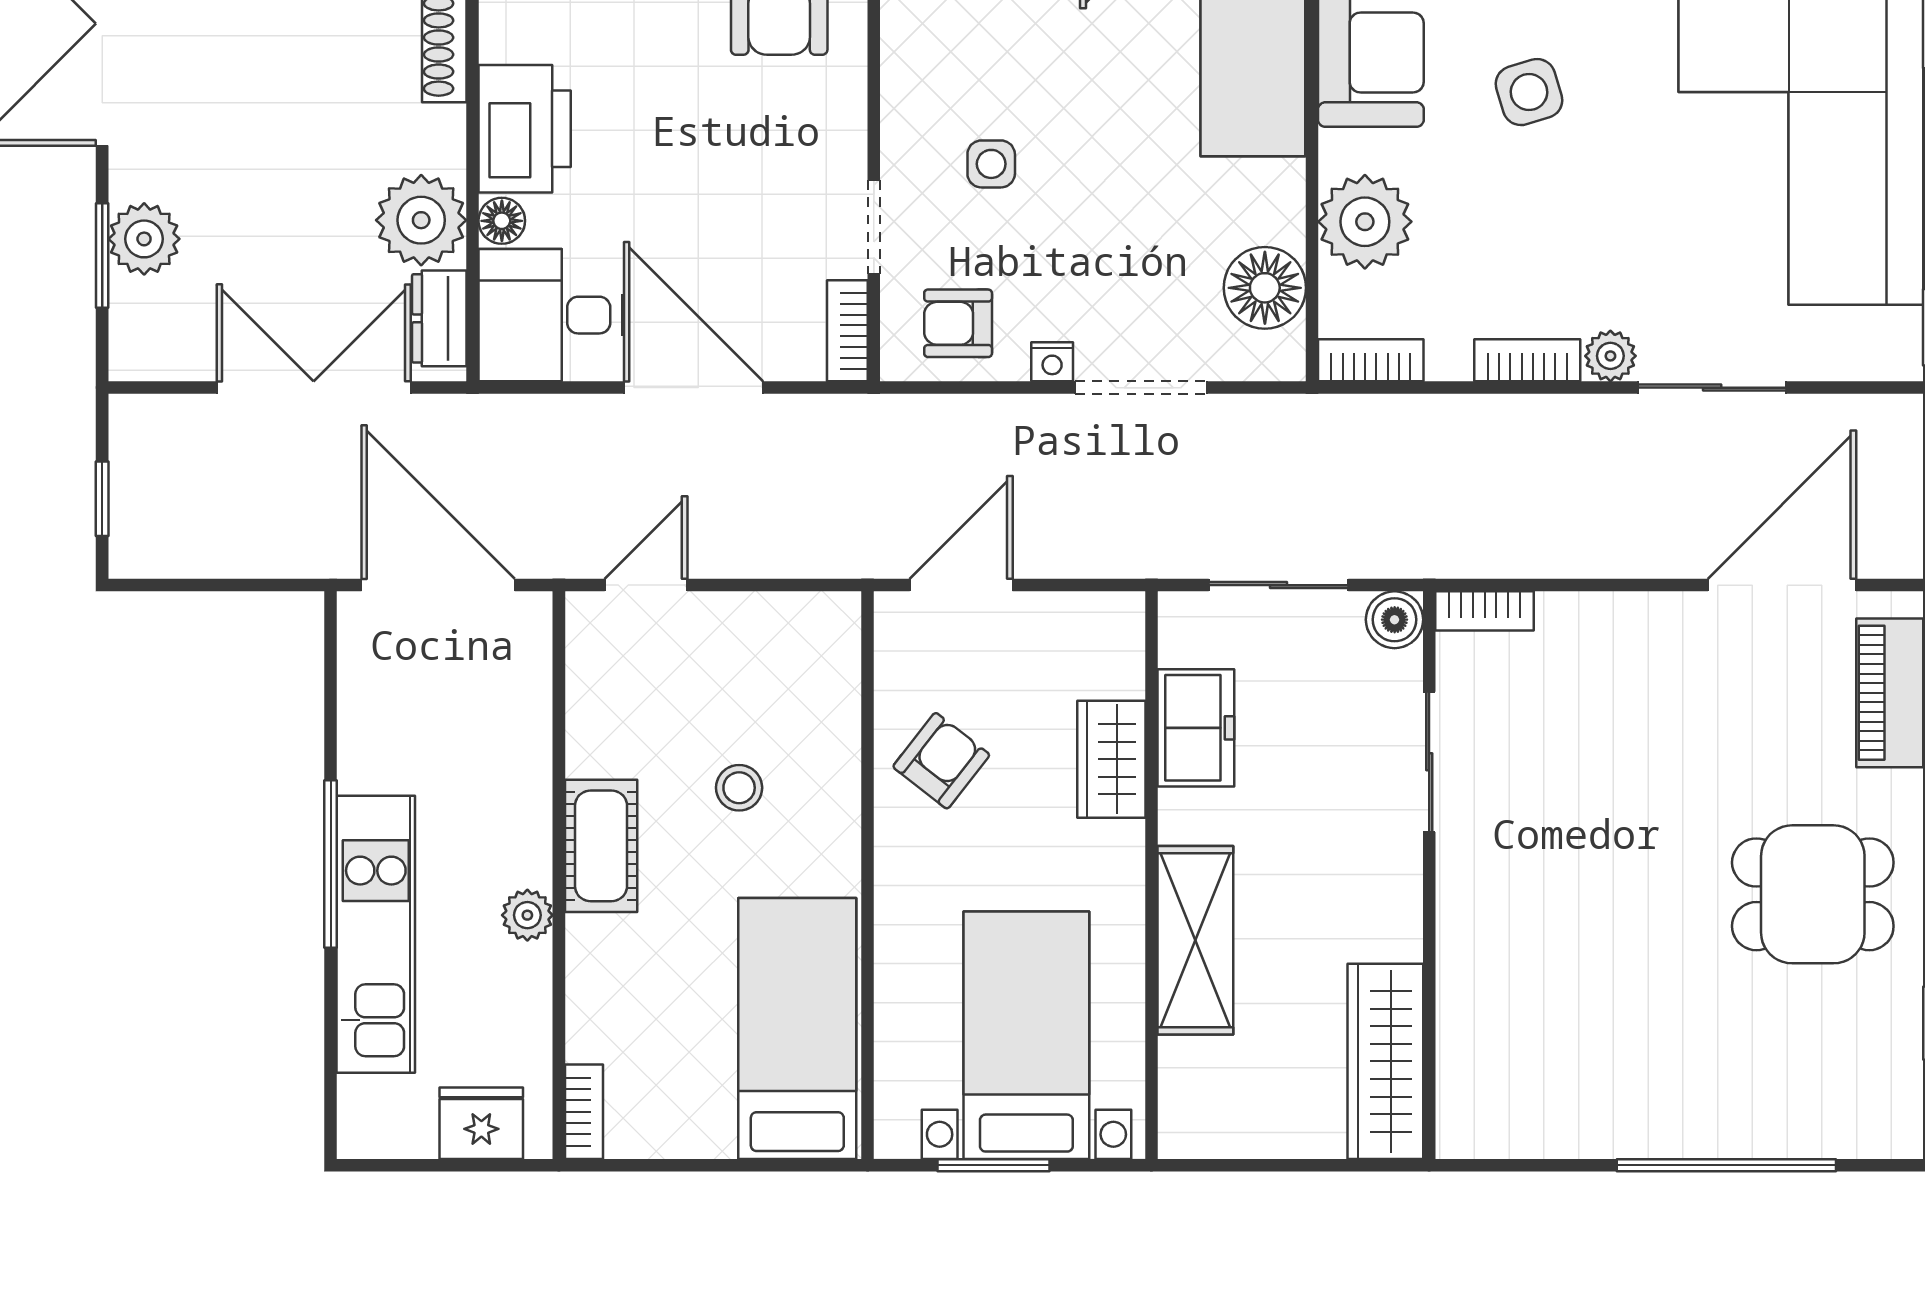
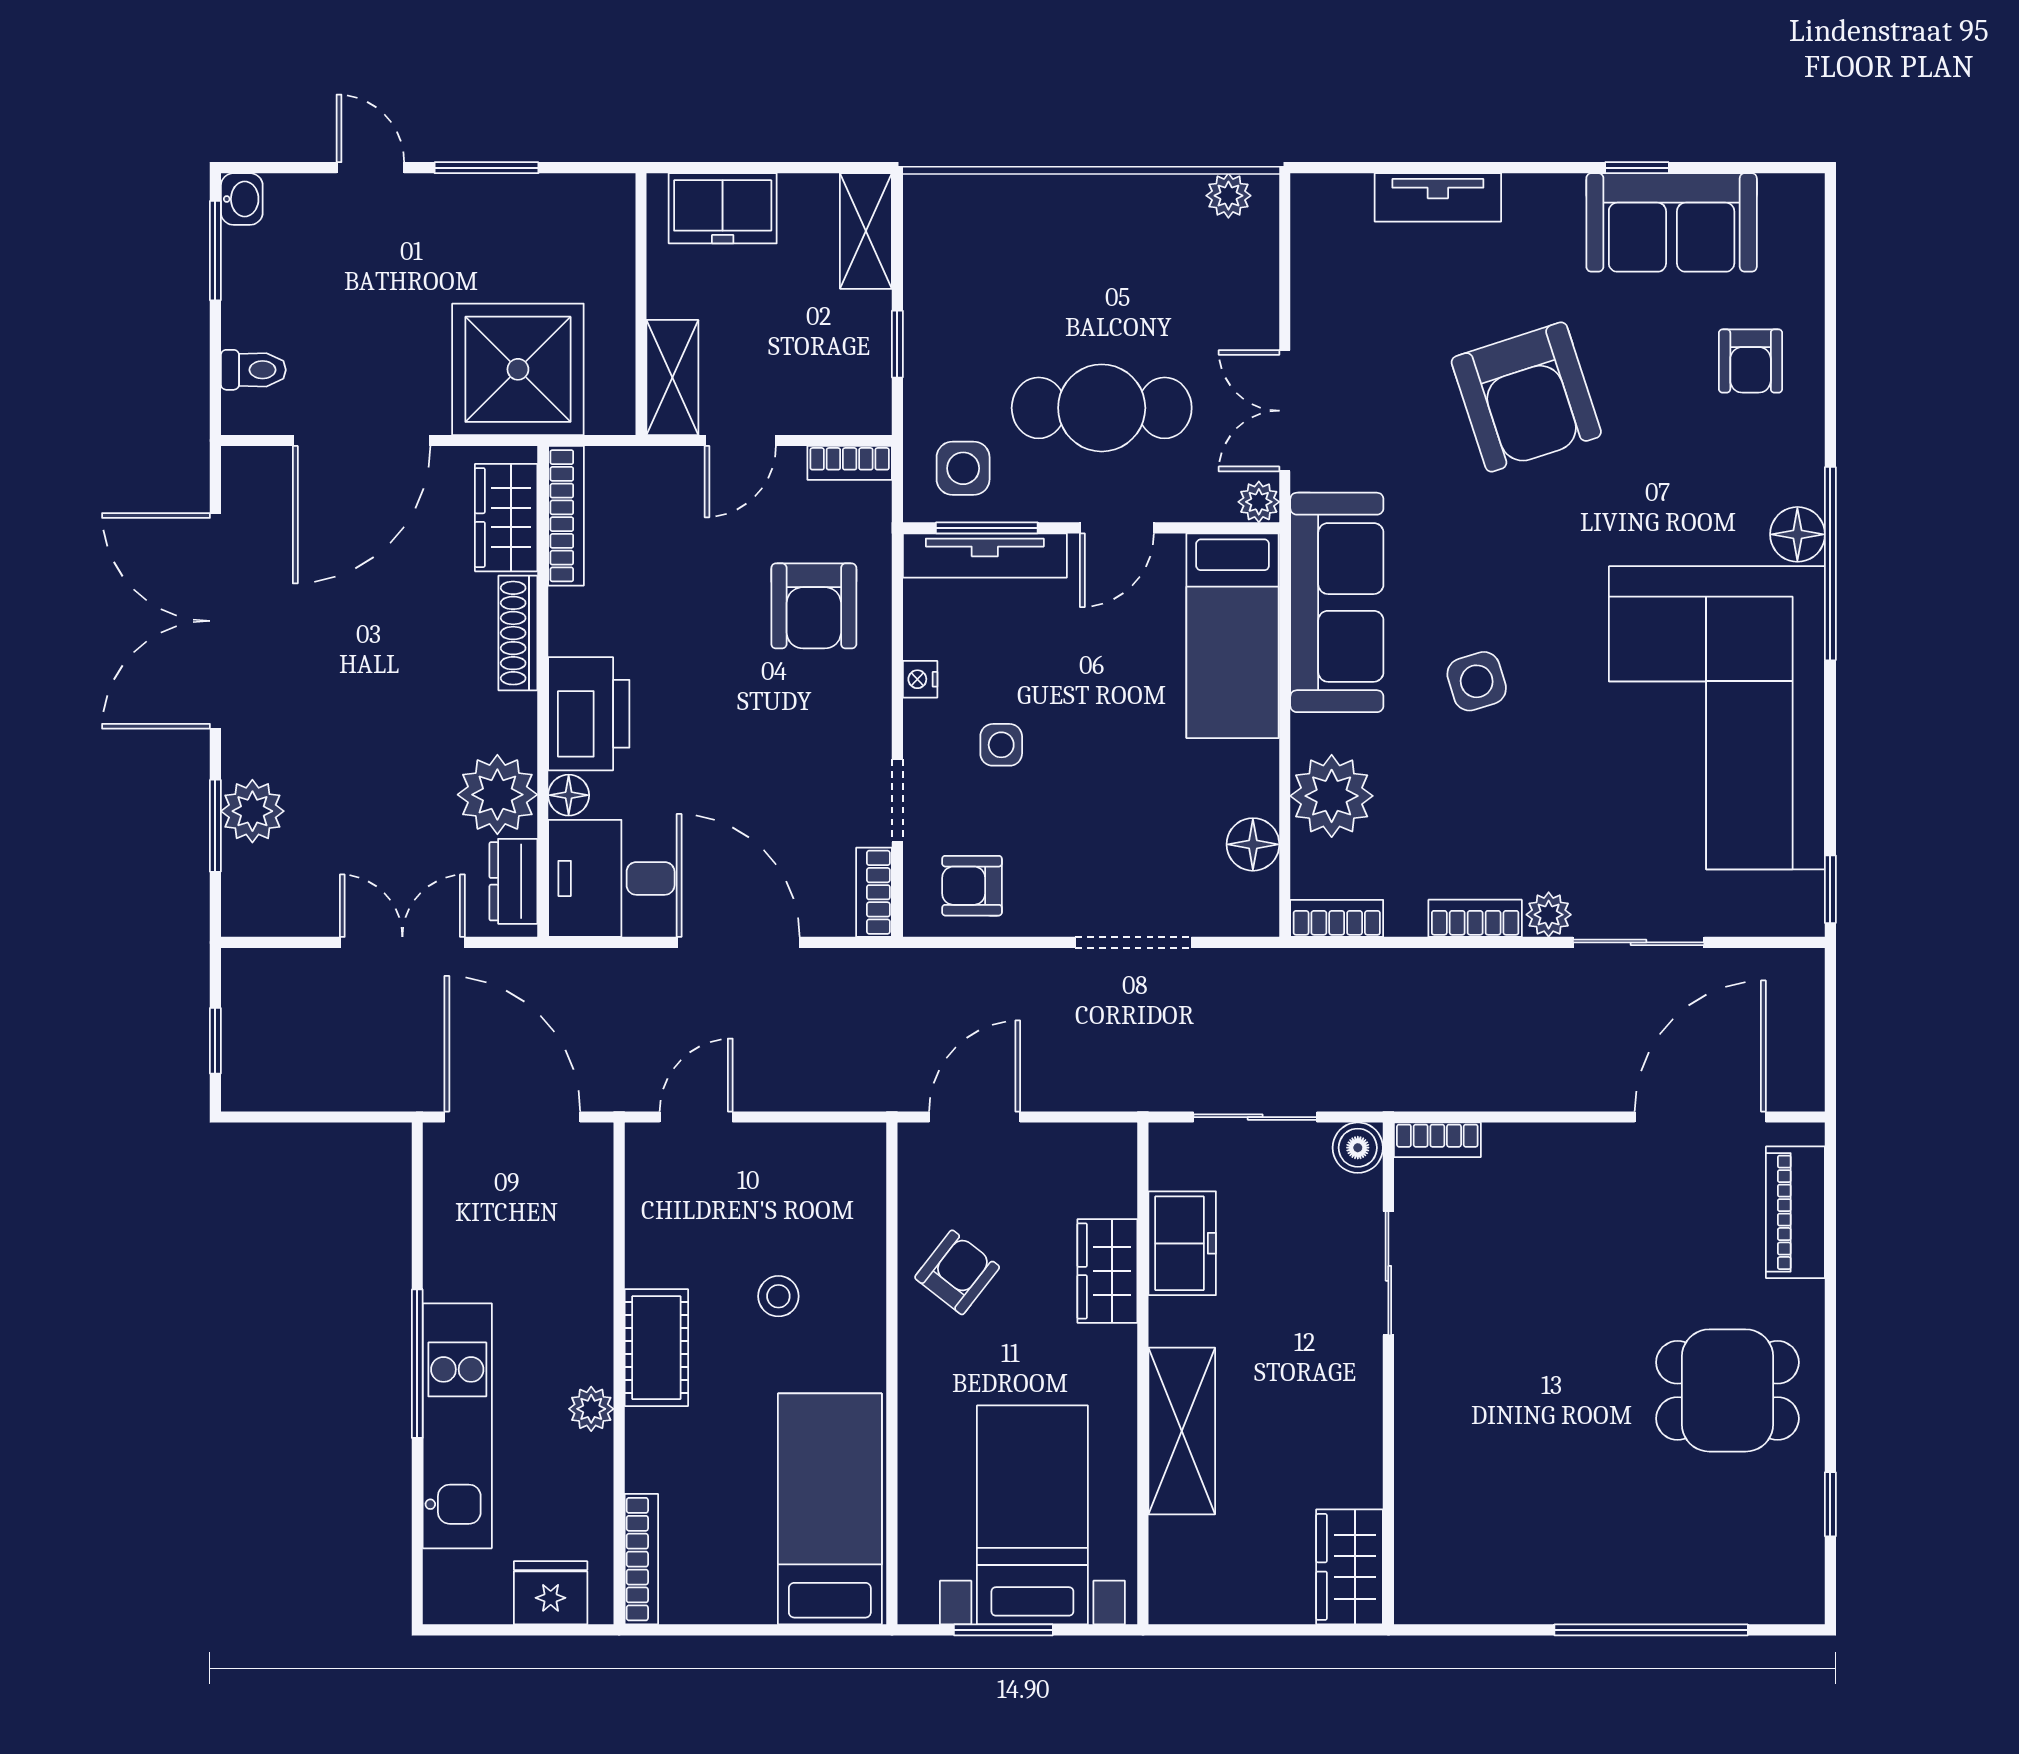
floor lamp: (1265, 288) -> (1253, 844), width x0.73, depth x0.73
nightstand: (1052, 362) -> (920, 679), moved, turned 90
double door: (314, 388) -> (402, 942), width x0.73
wardrobe: (1385, 1061) -> (1350, 1567), width x0.67
bookcase: (584, 1112) -> (641, 1559), width x1.56

